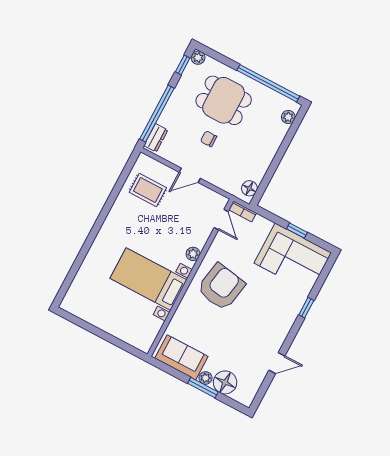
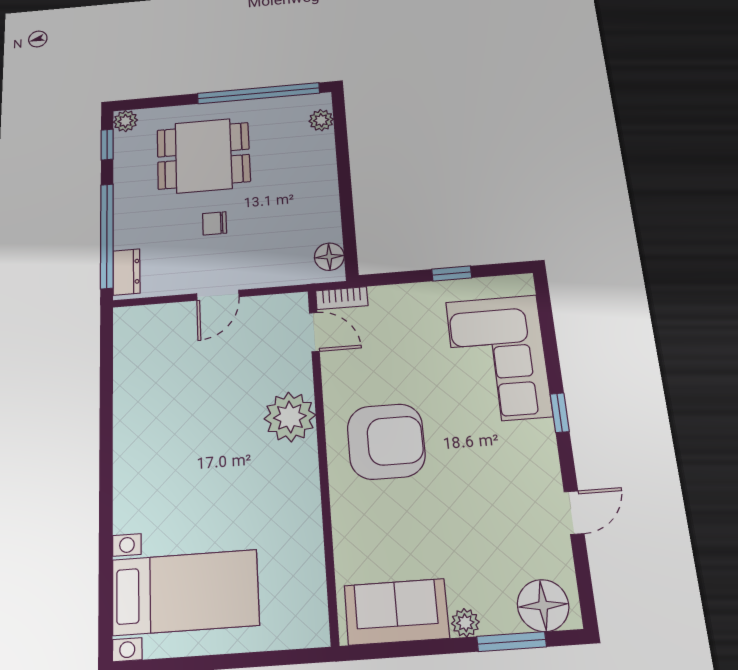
rug: (148, 190) -> (161, 359), removed
plant: (193, 254) -> (290, 417), width x1.87, depth x1.87
corner sofa: (293, 258) -> (498, 358), moved, turned 90
bed with nightstands: (148, 279) -> (185, 592), moved, turned 180
armchair: (221, 287) -> (386, 441), turned 80
window: (306, 308) -> (560, 413), moved
floor lamp: (225, 382) -> (543, 605), moved
window: (203, 388) -> (512, 642), moved

